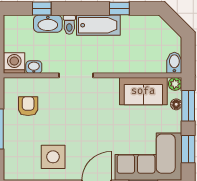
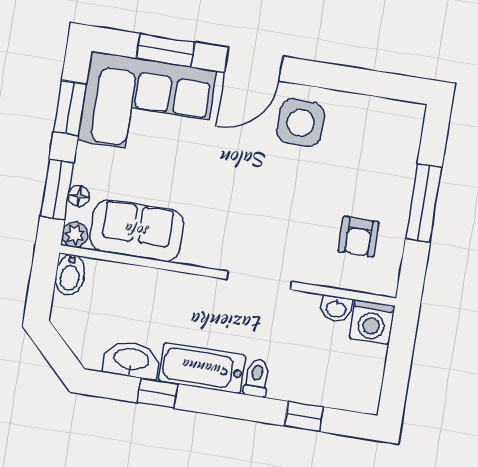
washbasin: (48, 24) -> (131, 360), moved
side table: (53, 157) -> (301, 123), moved

